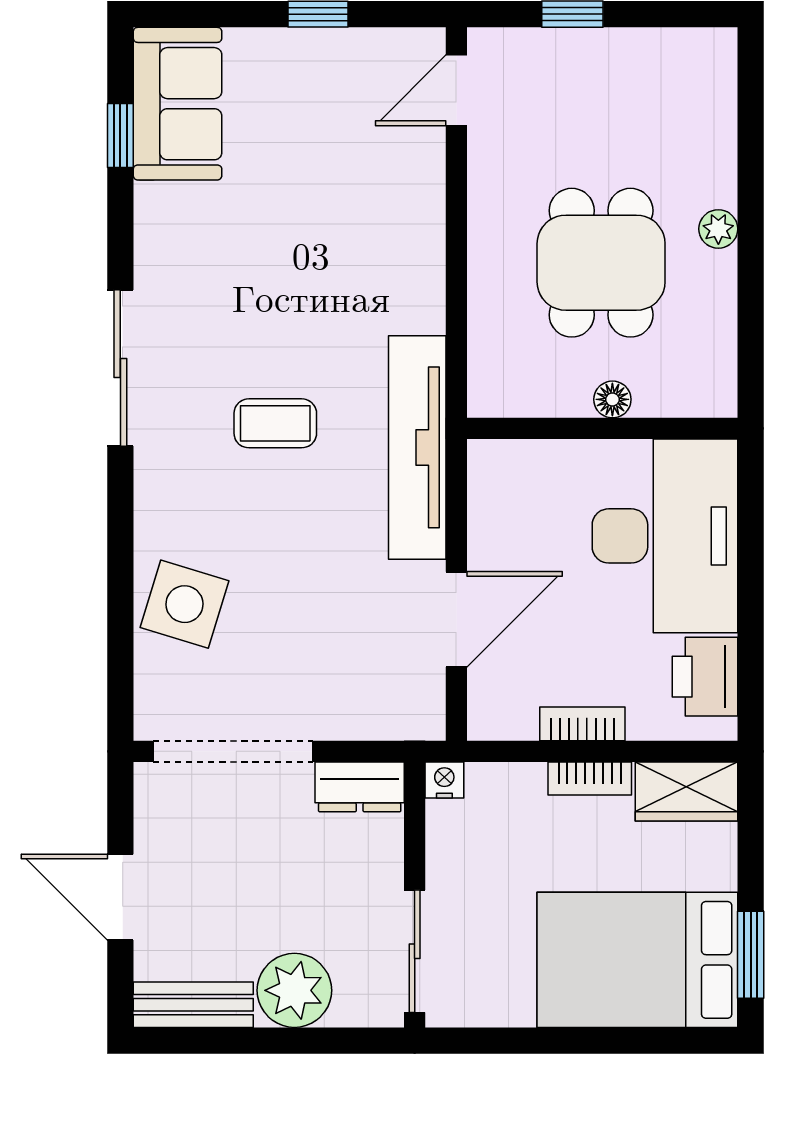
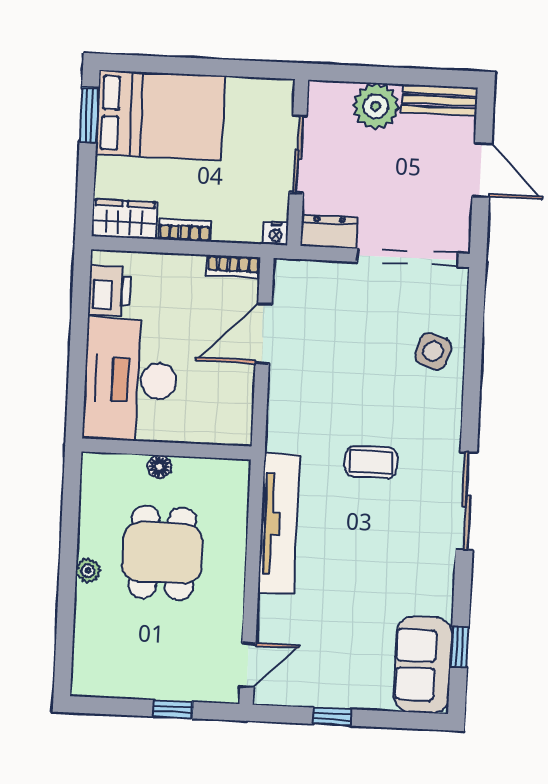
tv unit: (417, 447) -> (279, 524), moved
side table: (185, 604) -> (433, 351), width x0.73, depth x0.73
bookcase: (582, 724) -> (233, 267), moved
sliding door: (415, 951) -> (298, 154), moved

